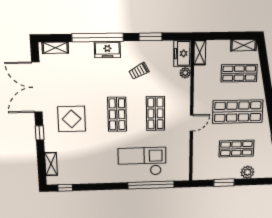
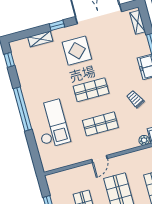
door: (192, 123) -> (99, 159), hinge flipped
shelving: (51, 164) -> (40, 39), moved
window: (151, 185) -> (23, 109), moved

